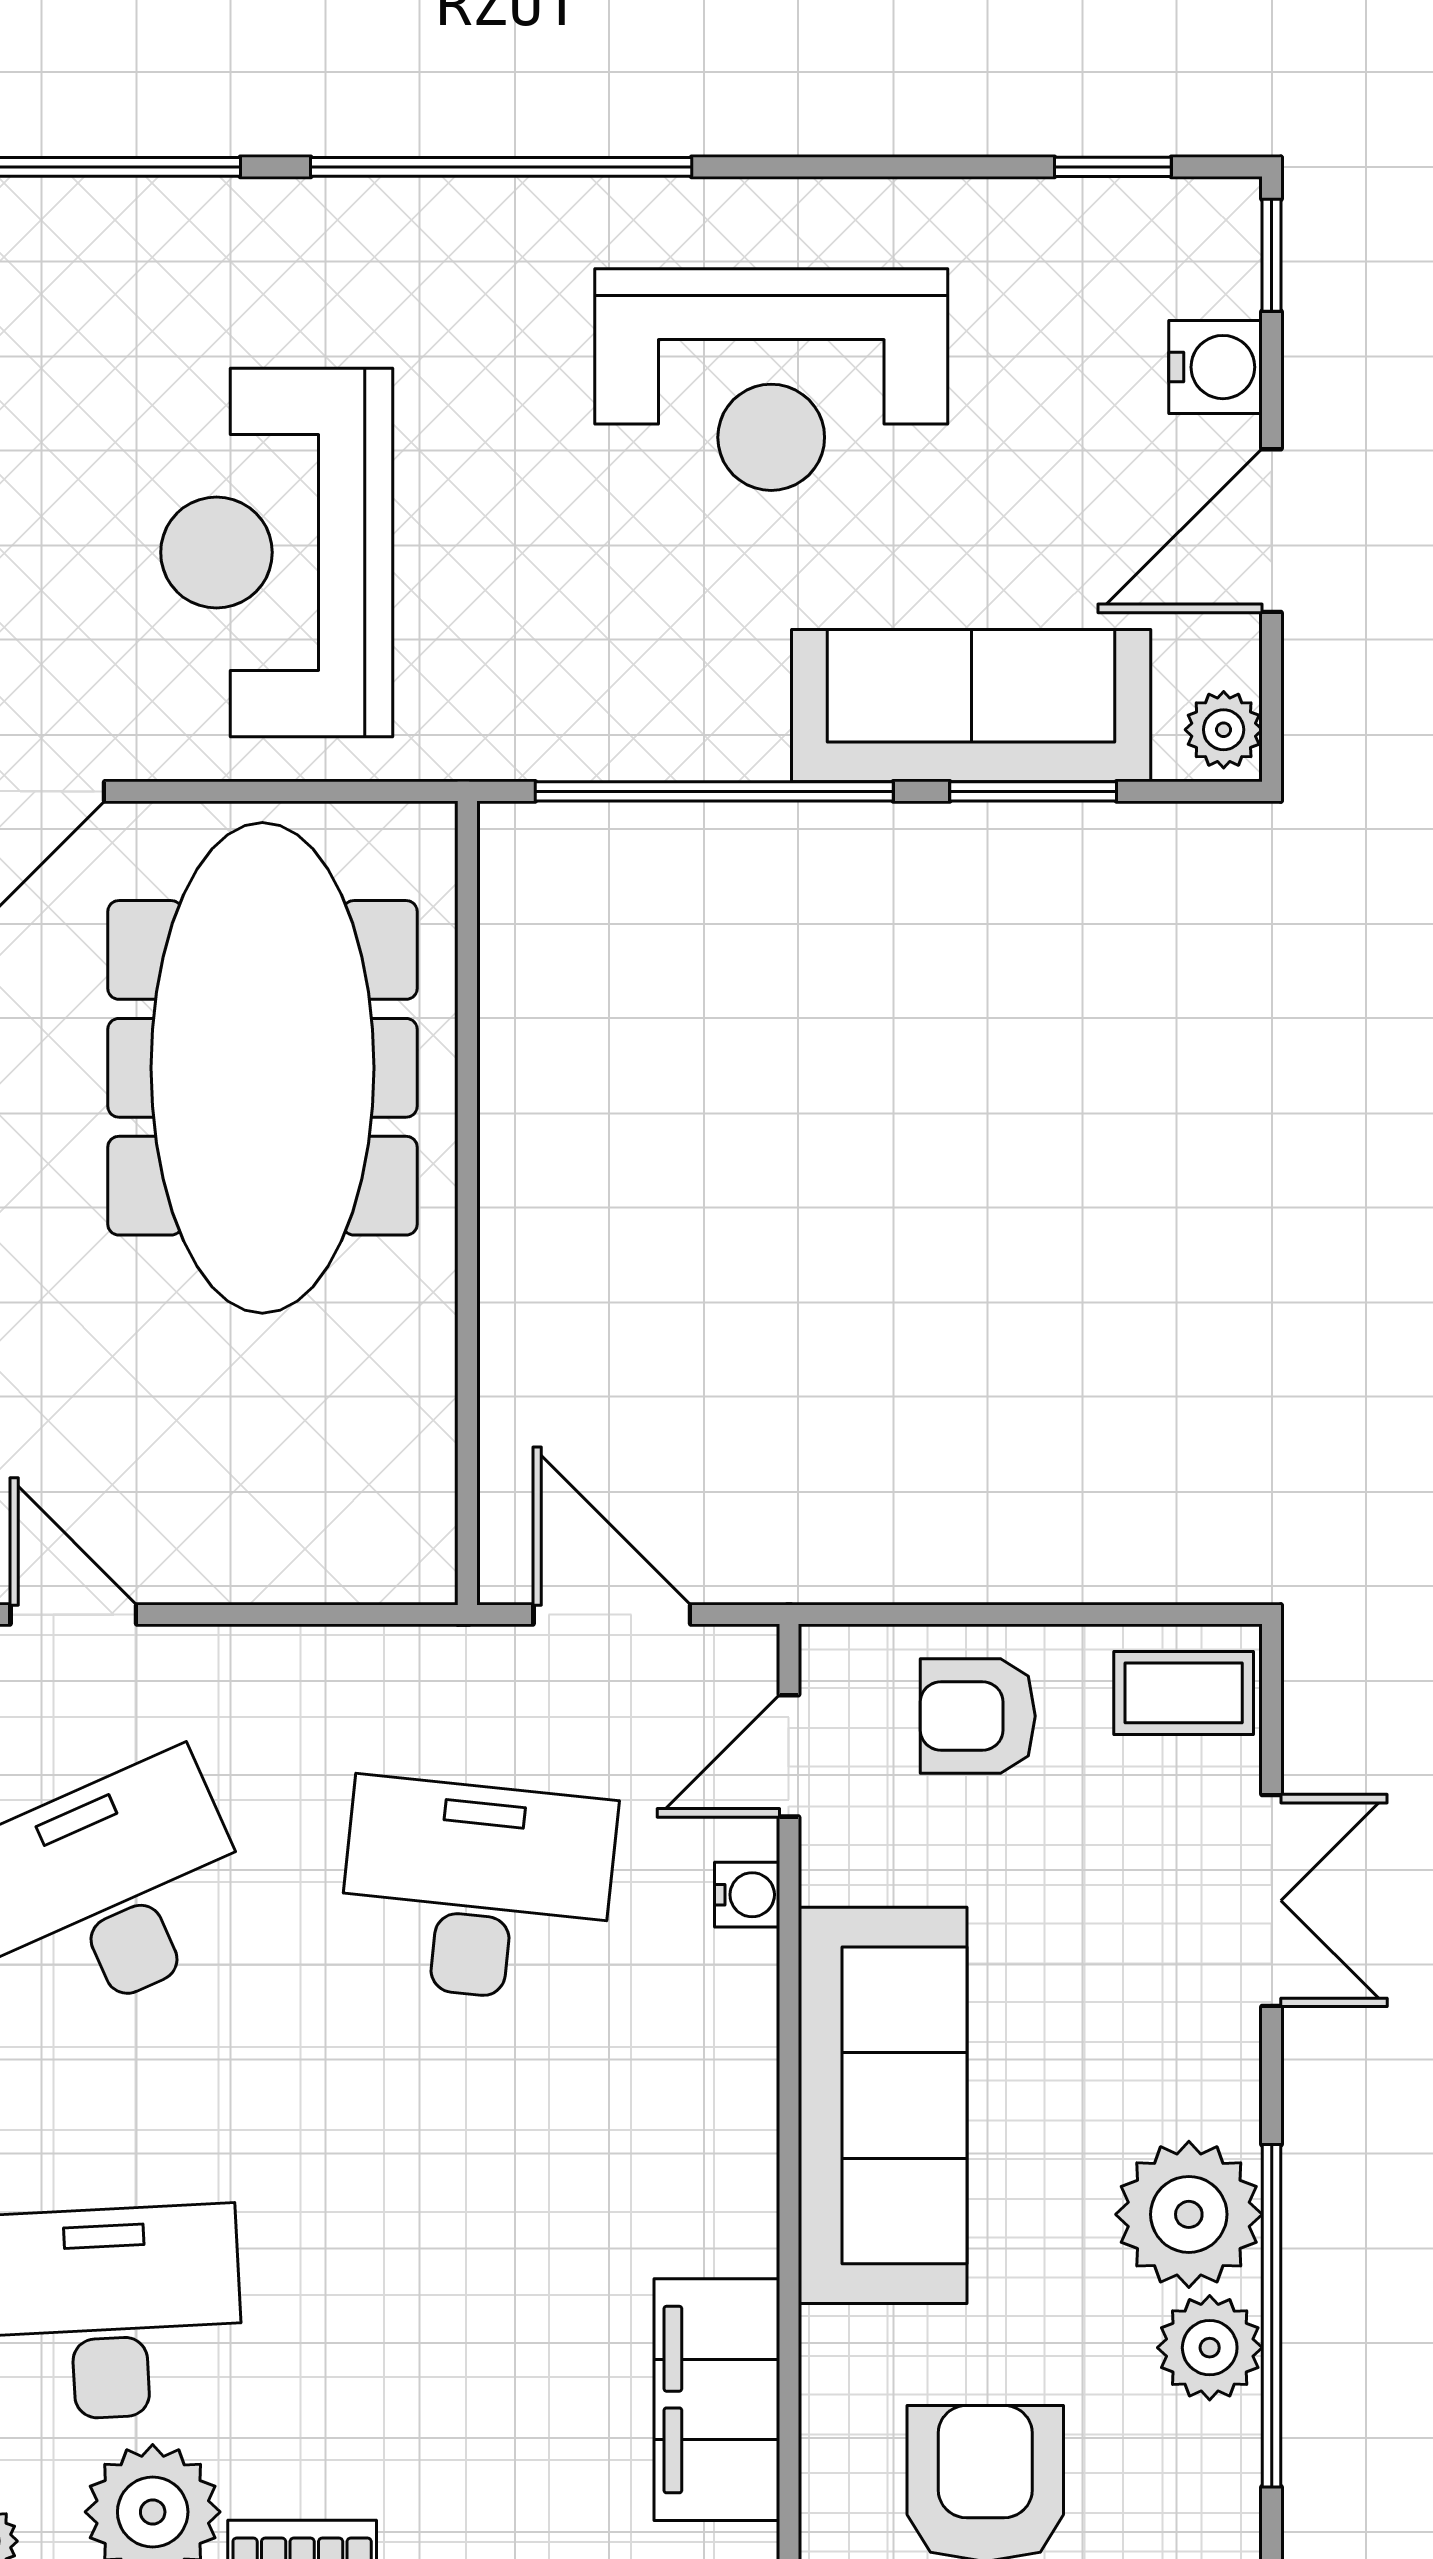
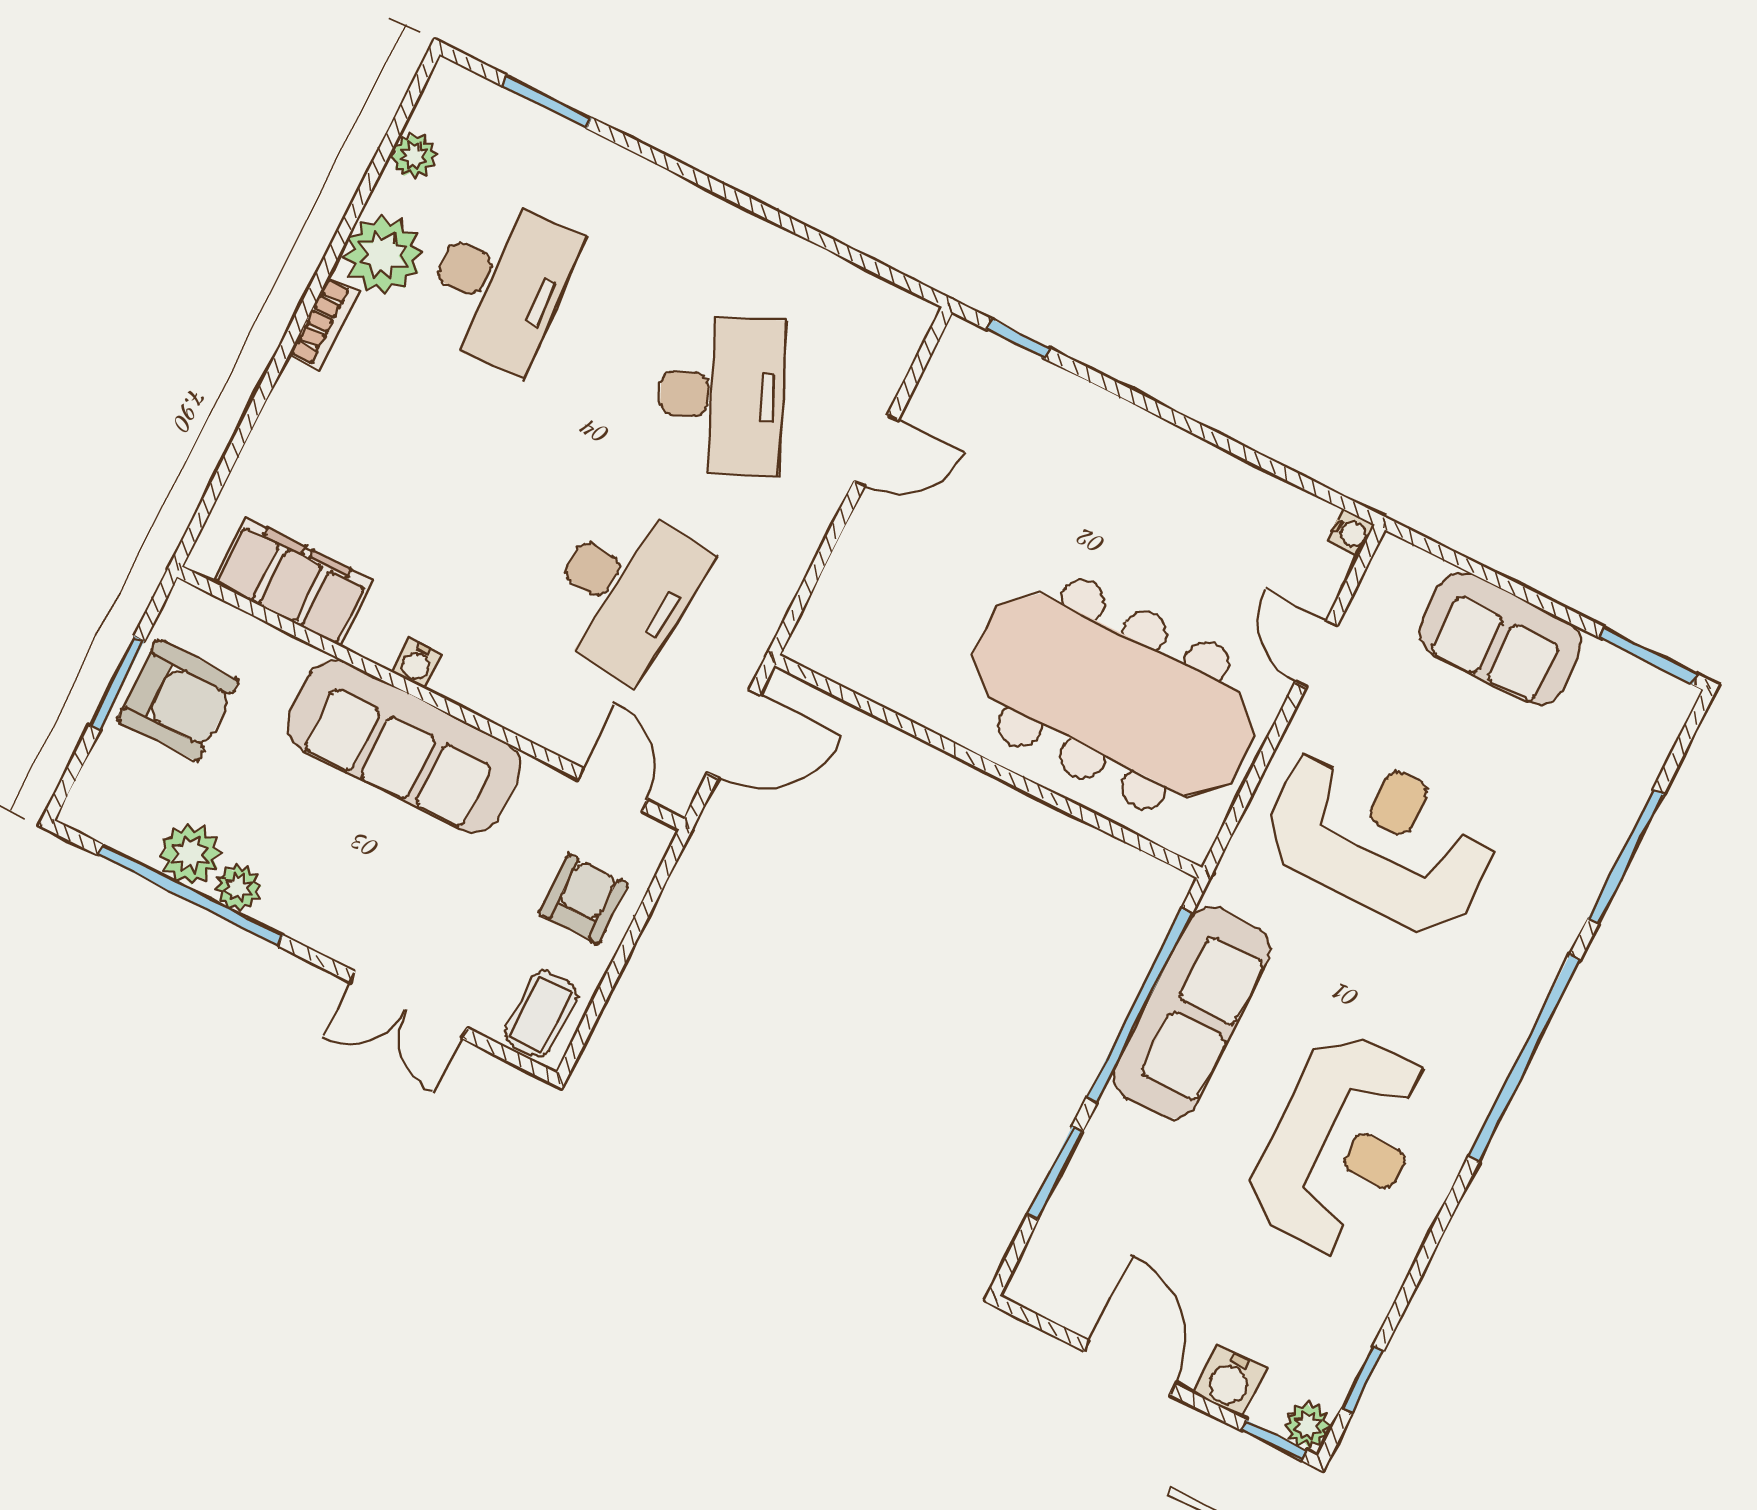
reception desk: (771, 380) -> (1341, 1144), turned 180
sofa: (971, 706) -> (1192, 1013), moved
plant: (1224, 730) -> (1308, 1426), moved
water cooler: (747, 1895) -> (417, 663), moved
plant: (1189, 2214) -> (239, 887), width x0.53, depth x0.53

